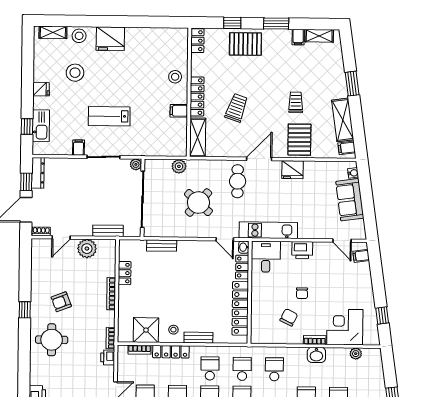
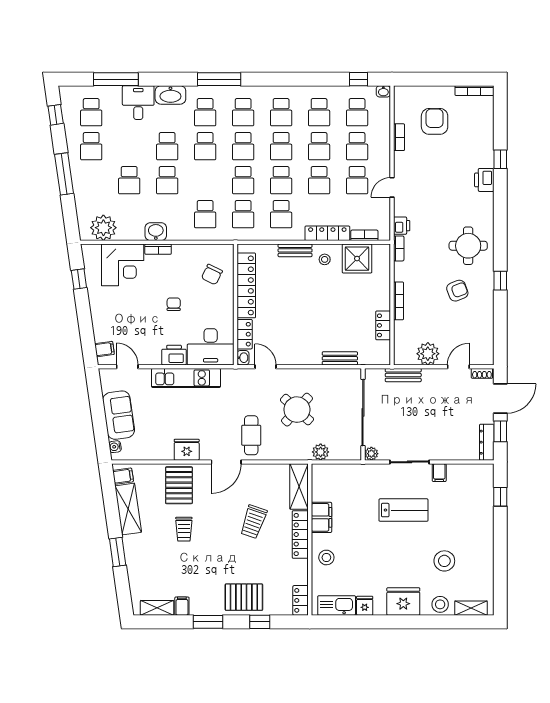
fridge: (41, 89) -> (365, 606), moved, turned 90
filing cabinet: (179, 111) -> (321, 517), width x2.00
kitchen sink: (41, 126) -> (337, 605), moved, turned 90
kitchen unit: (268, 230) -> (186, 378), moved
desk: (266, 257) -> (211, 347), width x1.37
chair: (289, 317) -> (212, 274), moved
plant: (356, 354) -> (103, 228), width x1.87, depth x1.87

